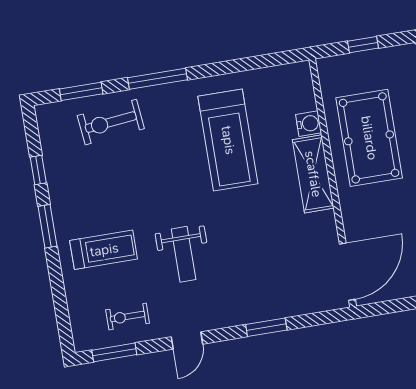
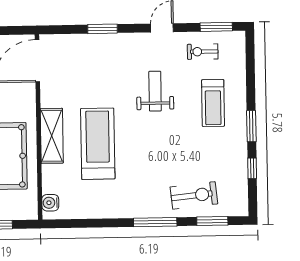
water cooler: (309, 124) -> (50, 203), moved
treadmill: (228, 140) -> (98, 144), moved
treadmill: (104, 250) -> (213, 103), turned -90
exercise bike: (128, 317) -> (203, 52), turned 180

